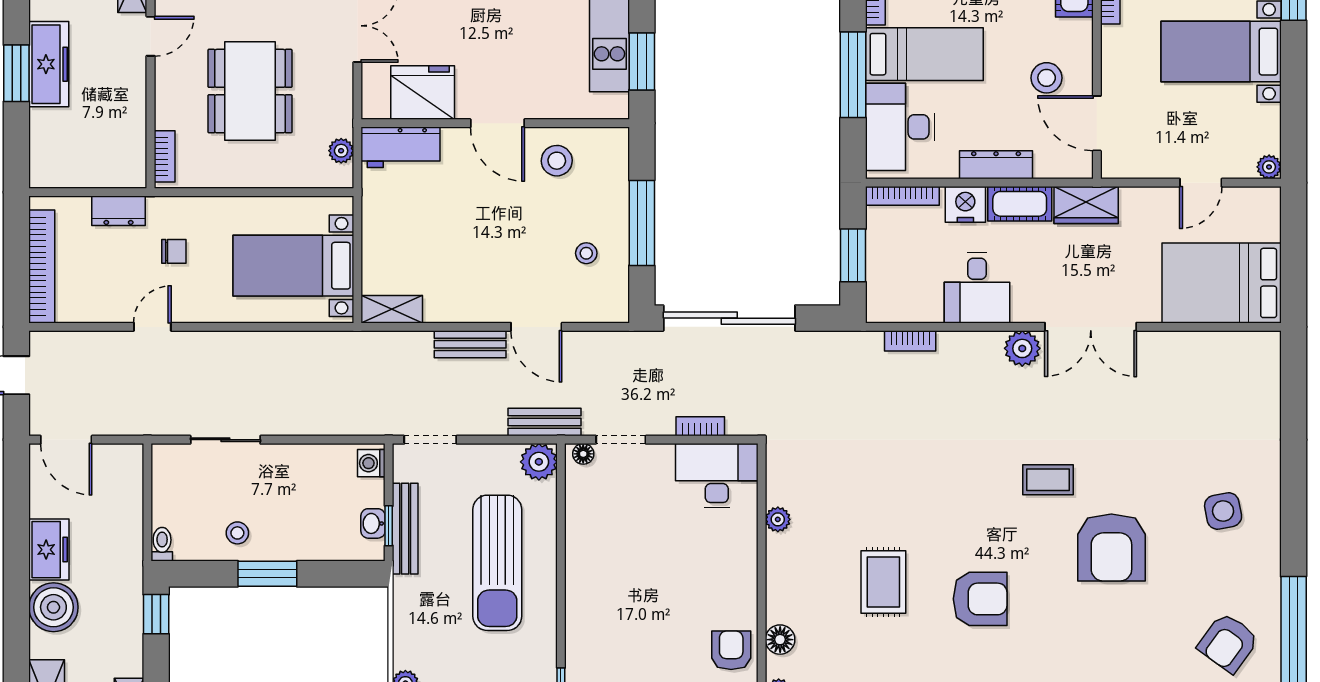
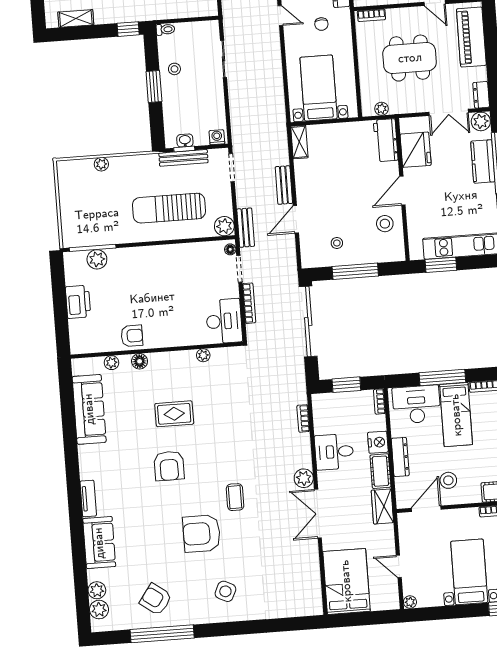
bookcase: (902, 196) -> (379, 401), width x0.64
bookcase: (700, 426) -> (249, 303), width x1.56
side table: (1223, 511) -> (225, 591), turned 36

